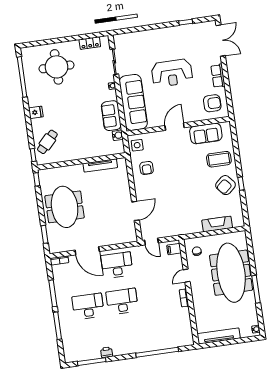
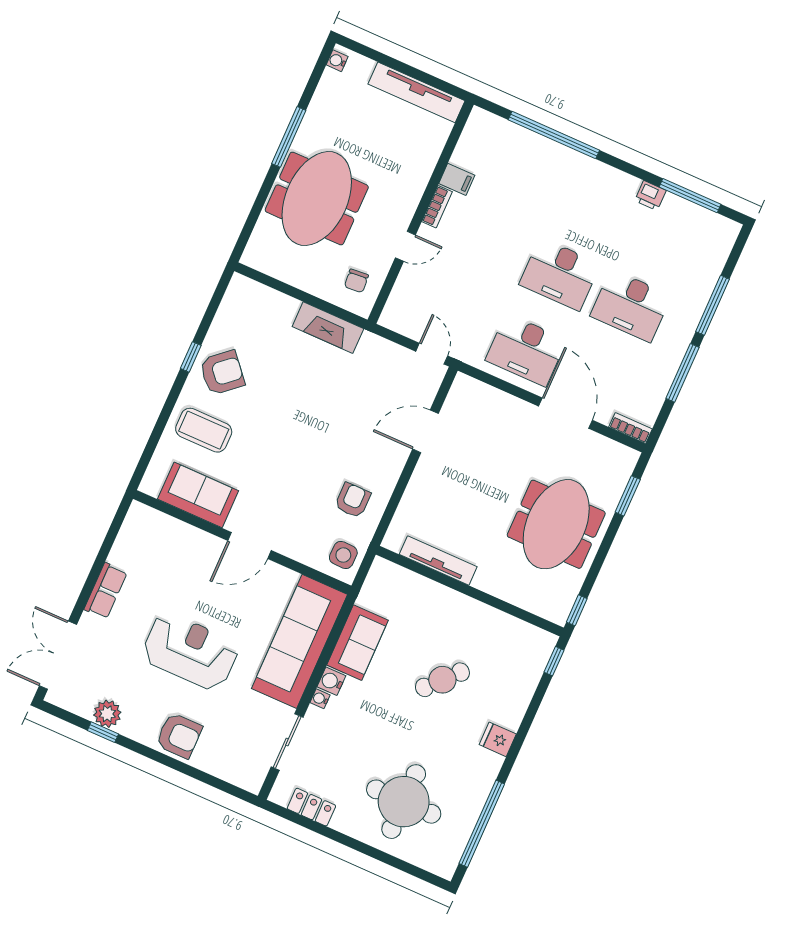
plant: (188, 30) -> (107, 714), added
armchair: (212, 103) -> (179, 736), moved, turned 180
water cooler: (118, 135) -> (331, 681), moved
cafe table: (47, 142) -> (442, 680), moved
fireplace: (217, 224) -> (328, 328), moved
filing cabinet: (174, 249) -> (457, 179), moved
meeting table: (231, 273) -> (317, 199), width x0.73

